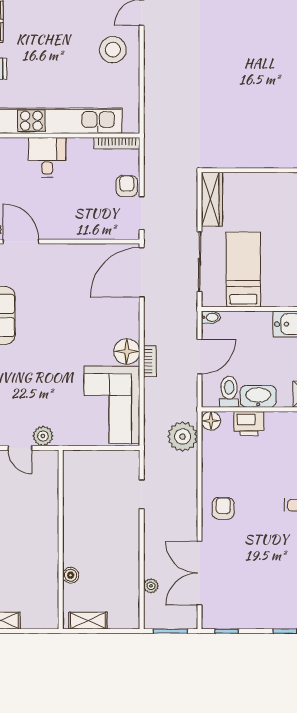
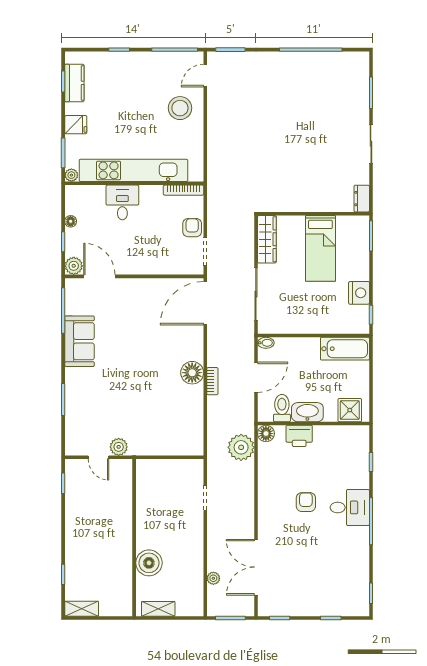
bed: (243, 269) -> (320, 248), moved, turned 180
corner sofa: (112, 405) -> (179, 420), removed
armchair: (223, 508) -> (306, 502), moved
boiler: (71, 575) -> (149, 563), width x1.86, depth x1.86

